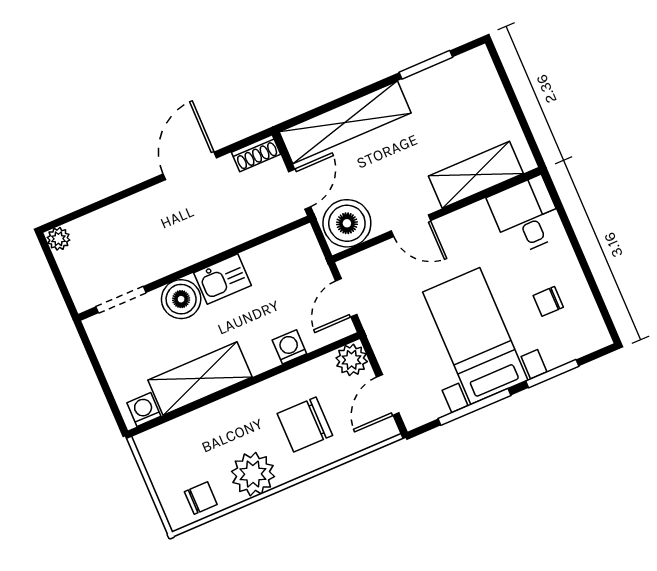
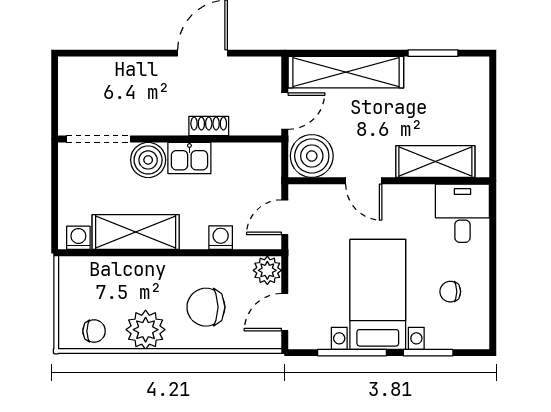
shoe rack: (256, 153) -> (209, 126), moved, turned 180
plant: (58, 239) -> (68, 67), removed
doorway: (121, 300) -> (98, 139), width x1.38

